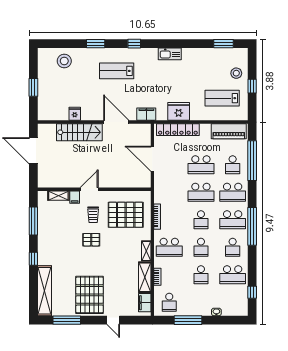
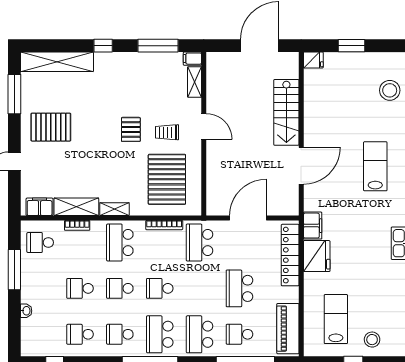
fridge: (75, 114) -> (313, 60), moved
filing cabinet: (146, 114) -> (313, 226), moved
school desk: (201, 192) -> (200, 243), moved
filing cabinet: (75, 197) -> (192, 59), moved
school desk: (233, 275) -> (80, 334), width x0.54
pallet: (90, 295) -> (51, 127), width x0.73, depth x0.71

